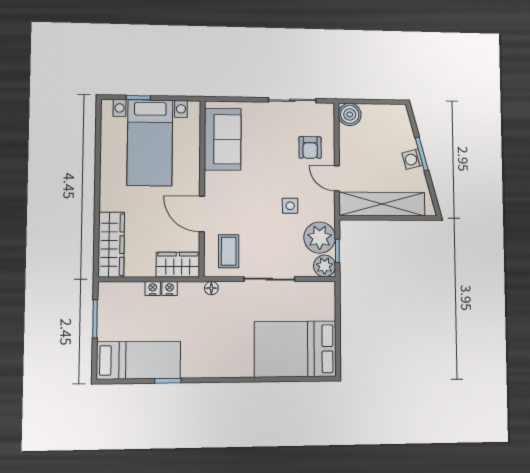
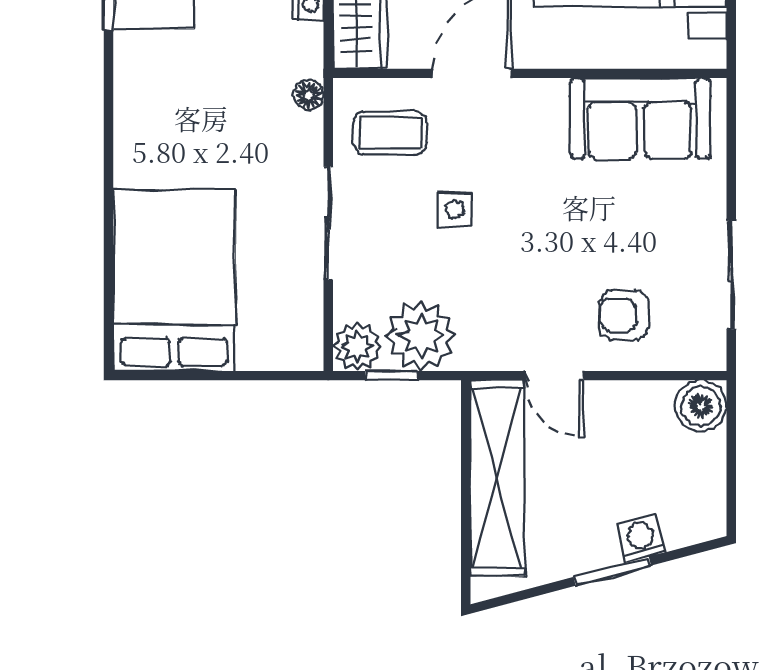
washing machine: (412, 159) -> (641, 538), moved
door: (337, 178) -> (555, 376), swing flipped
side table: (290, 206) -> (455, 210), moved

